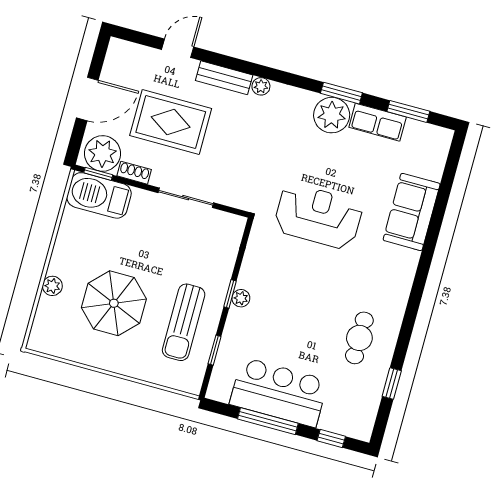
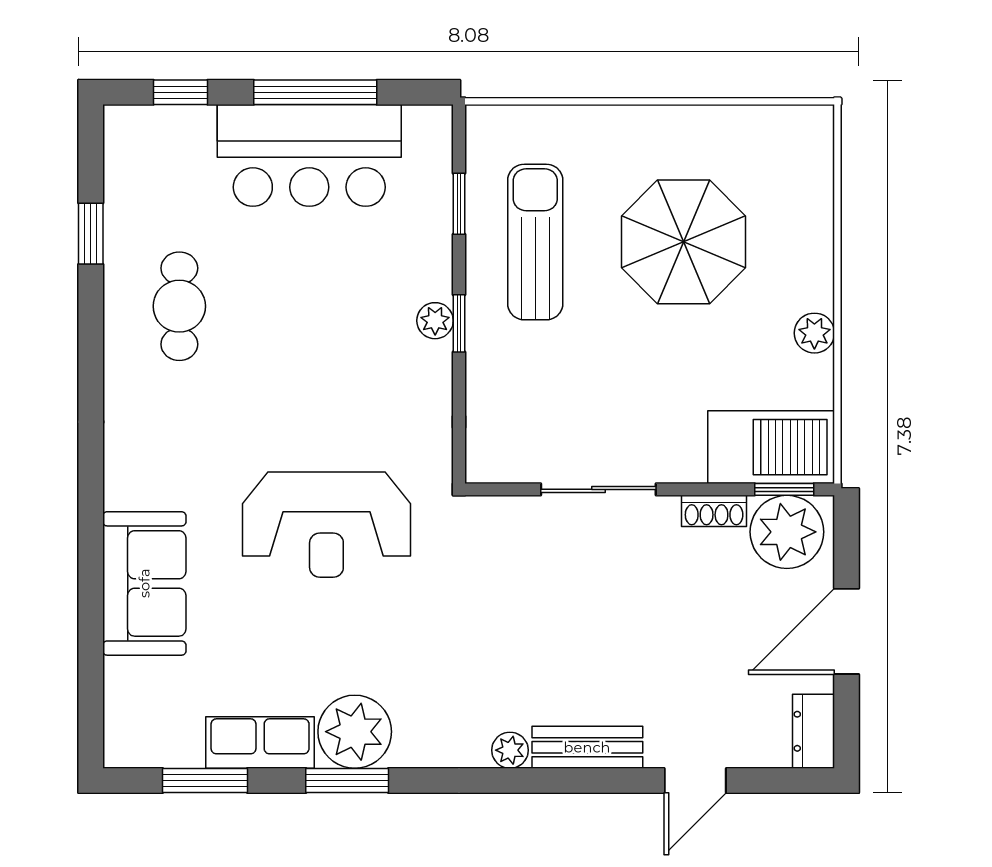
dresser: (116, 56) -> (814, 731), added
rug: (171, 122) -> (669, 631), removed
plant: (52, 286) -> (814, 333), moved

